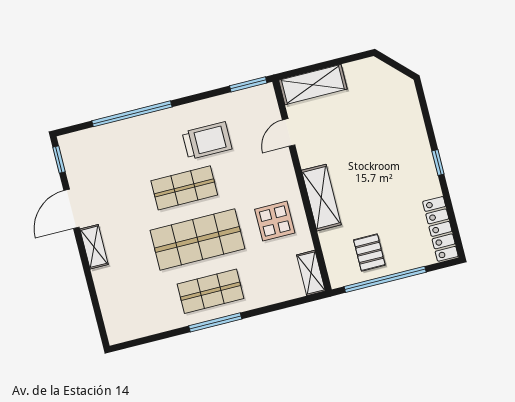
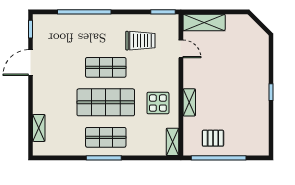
door: (289, 132) -> (181, 49), swing flipped
trolley: (207, 141) -> (140, 41), moved
shelving: (321, 198) -> (189, 102), width x0.67, depth x0.75
locker: (440, 229) -> (262, 135), removed
shelving: (94, 247) -> (39, 128), moved
pallet: (369, 252) -> (213, 138), turned 90

